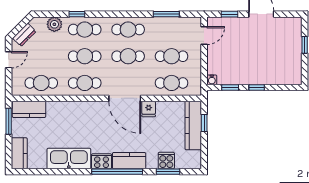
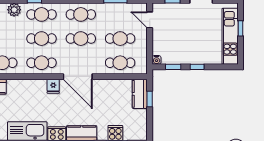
door: (204, 36) -> (150, 20), swing flipped
kitchen unit: (293, 54) -> (230, 36), added
fridge: (149, 109) -> (53, 86), moved
kitchen counter: (193, 125) -> (140, 94), width x0.67

